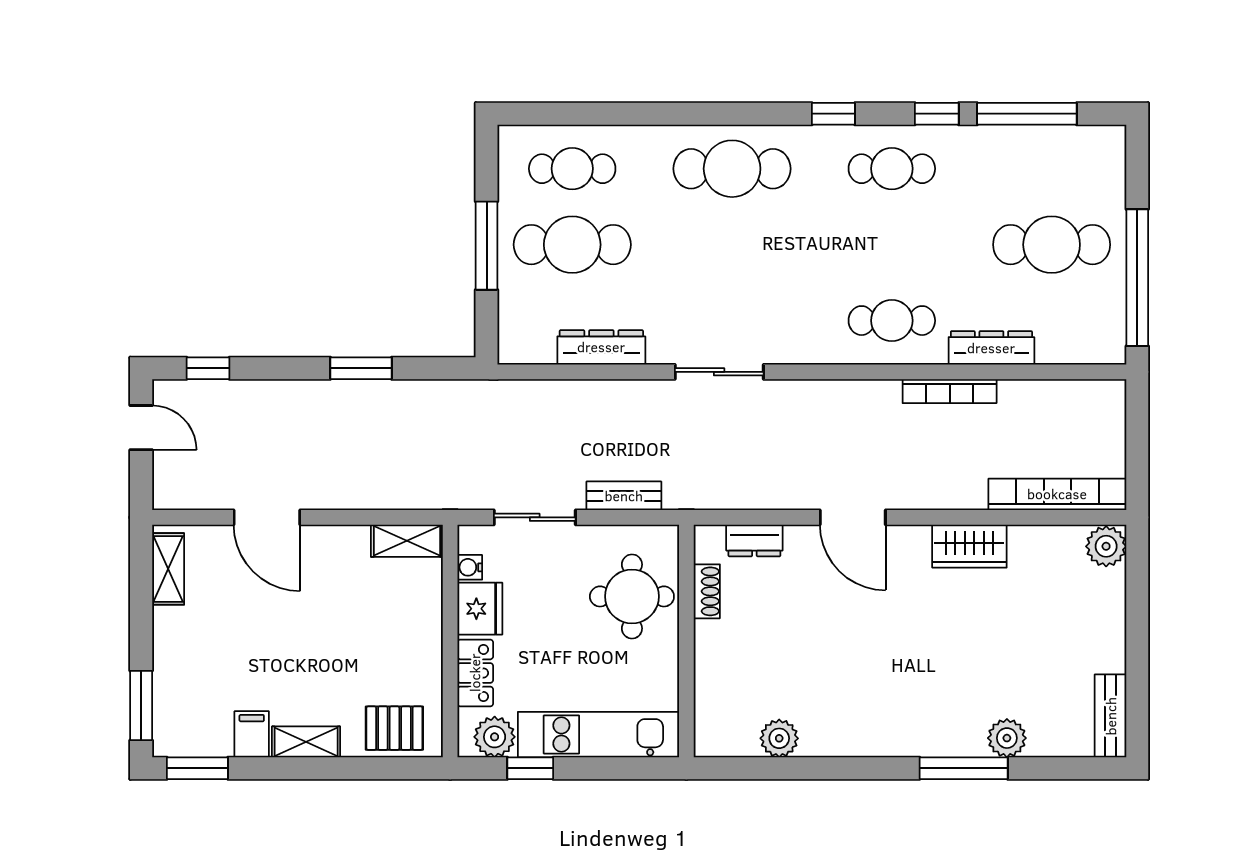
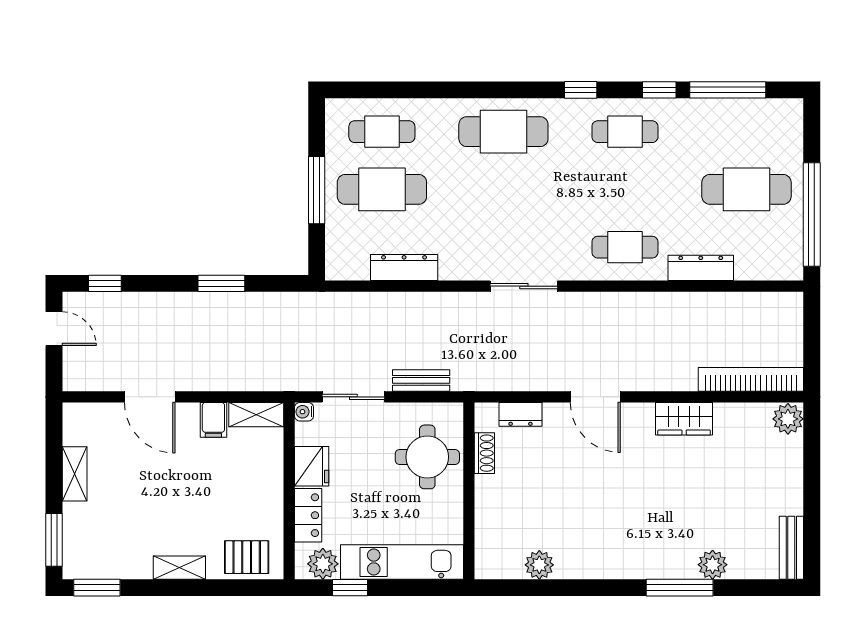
sliding door: (719, 372) -> (524, 286), moved
bookcase: (950, 391) -> (669, 301), removed
water cooler: (470, 567) -> (304, 412), moved
shelving: (168, 569) -> (75, 474), moved
filing cabinet: (252, 734) -> (213, 420), moved, turned 180

